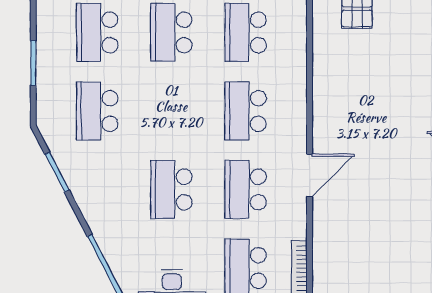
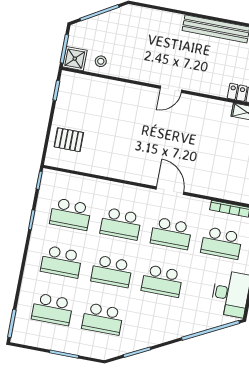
school desk: (171, 111) -> (112, 271), added

